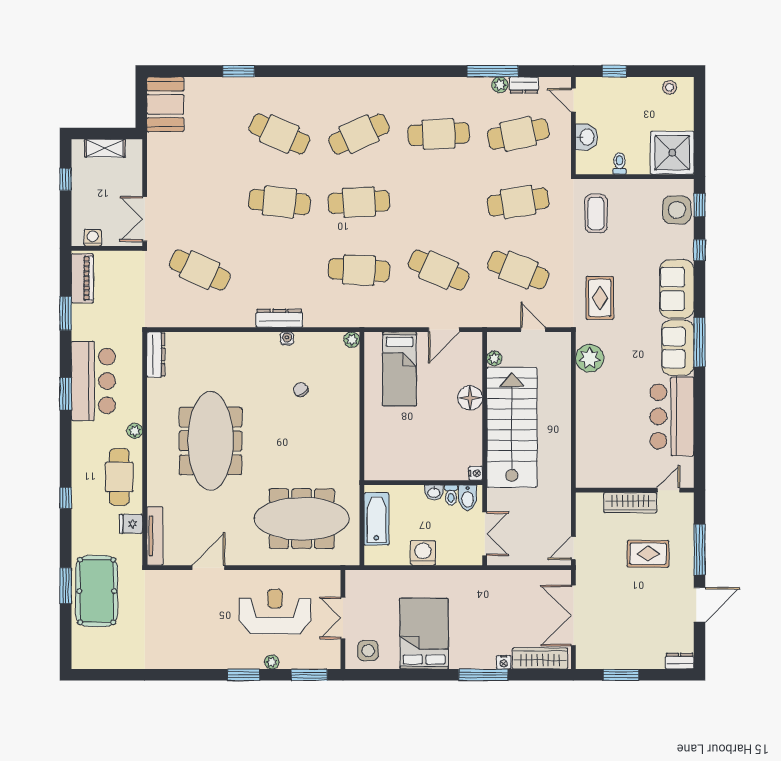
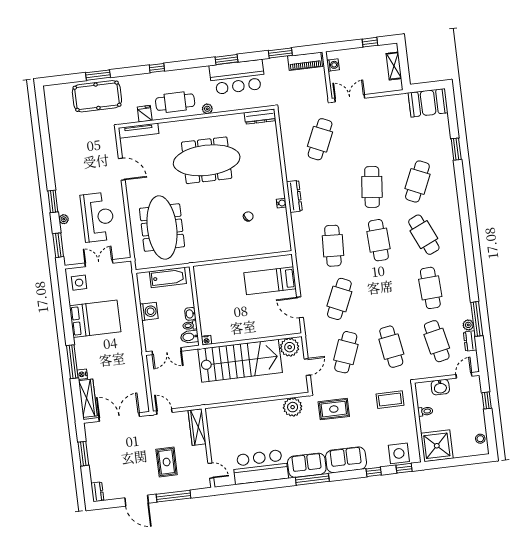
plant: (352, 340) -> (286, 246), removed
plant: (494, 358) -> (290, 347), width x1.88, depth x1.88
floor lamp: (470, 398) -> (256, 330), removed
wardrobe: (630, 503) -> (197, 427), moved

